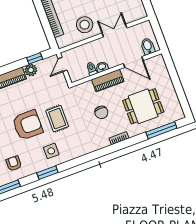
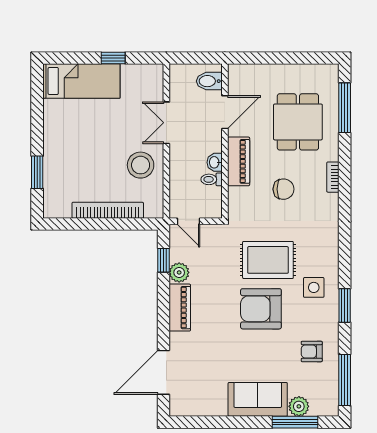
rug: (57, 119) -> (268, 260), width x1.36, depth x1.43
armchair: (28, 125) -> (261, 309), turned -90

